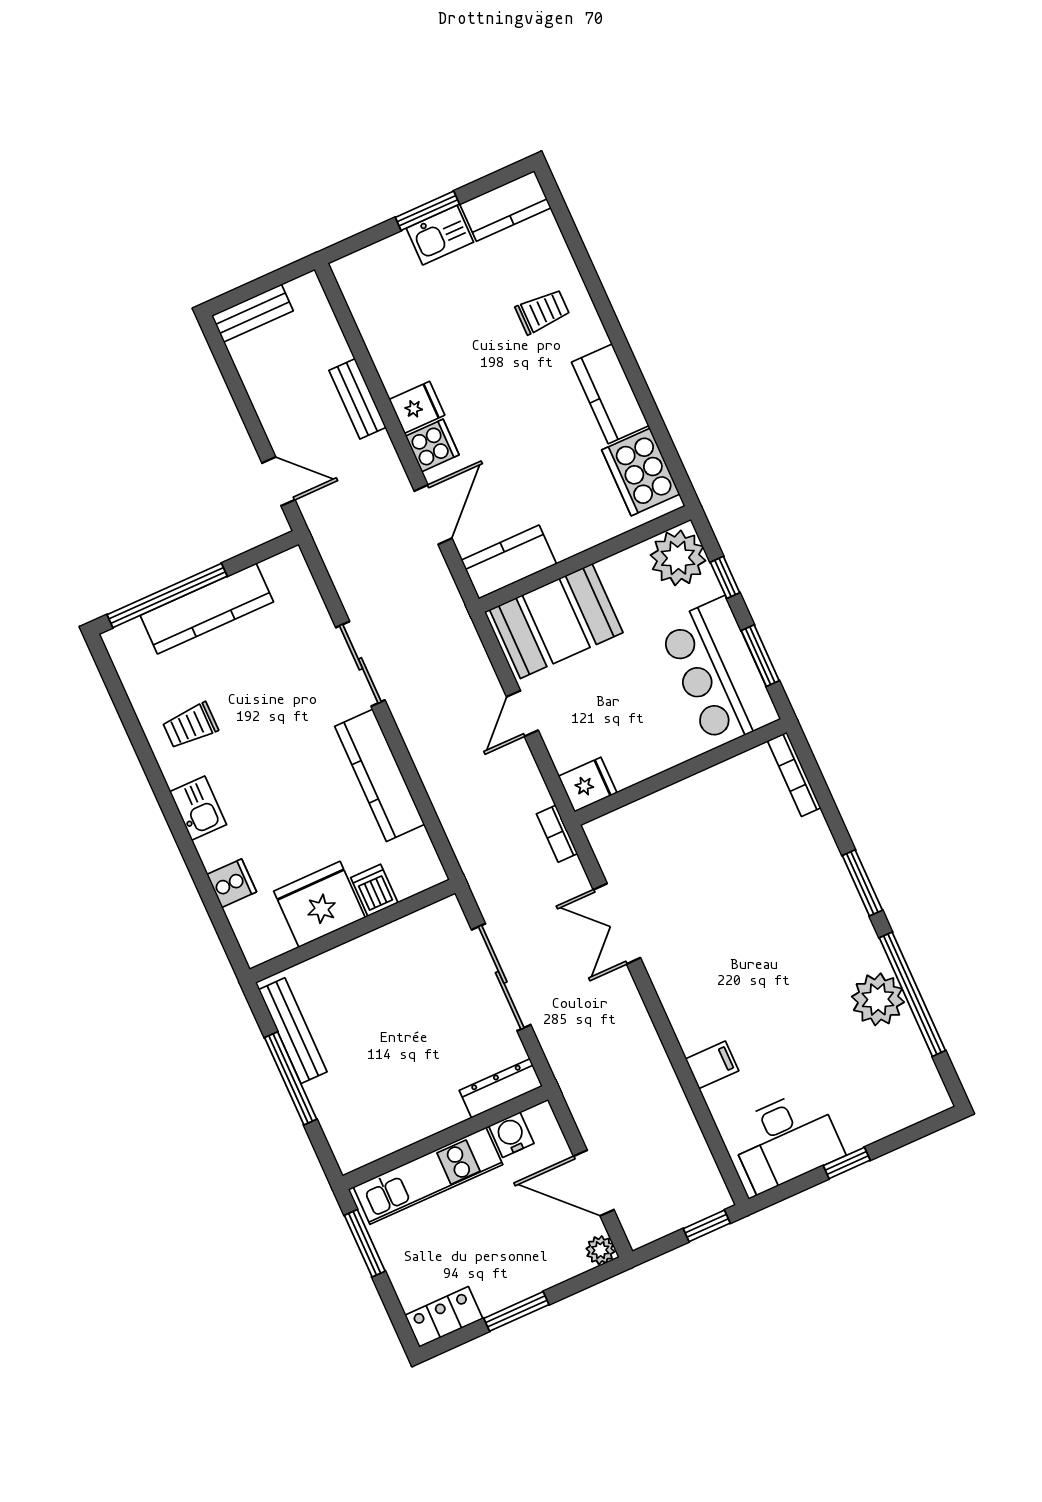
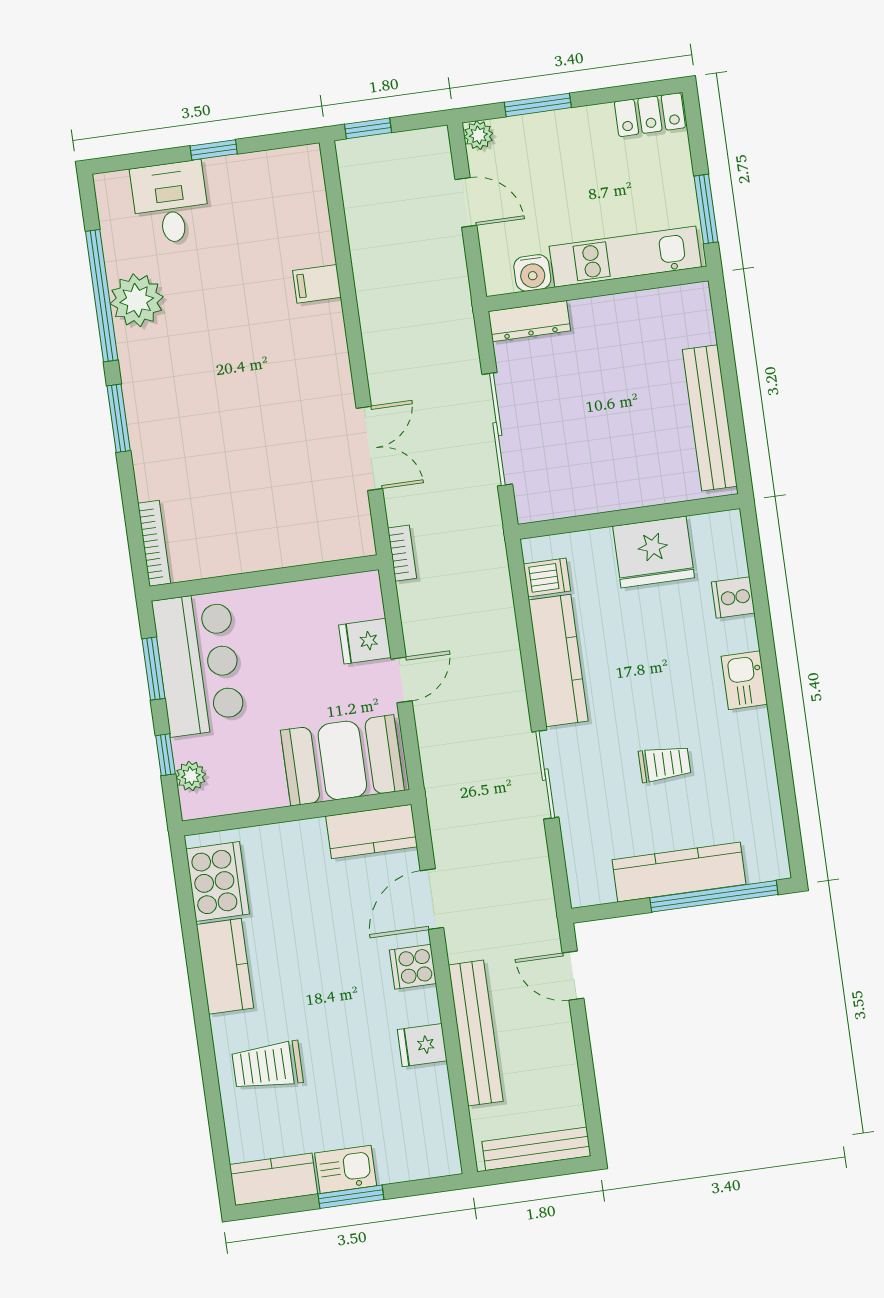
trolley: (543, 312) -> (267, 1066), width x1.36, depth x1.39
bench: (253, 313) -> (536, 1149), width x1.36
bench: (357, 399) -> (476, 1033), width x1.86, depth x1.21
fridge: (417, 407) -> (422, 1045), moved
plant: (678, 558) -> (191, 776), width x0.53, depth x0.53
trolley: (190, 726) -> (665, 764), moved
fridge: (588, 785) -> (365, 641), moved
dishwasher: (374, 890) -> (547, 578), moved, turned -90
bench: (293, 1031) -> (710, 418), width x1.37, depth x1.21
window: (291, 1078) -> (731, 391), removed
desk: (786, 1140) -> (170, 203), moved, width x0.73
door: (594, 1183) -> (466, 202), width x0.73
window: (516, 1311) -> (538, 105), moved

